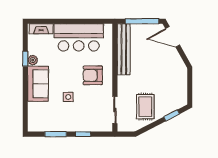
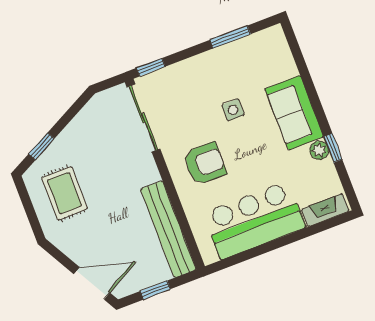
window: (142, 21) -> (155, 290), width x0.46
rug: (145, 107) -> (64, 193), moved
sliding door: (115, 110) -> (143, 118), width x1.37
window: (83, 134) -> (151, 67), moved

